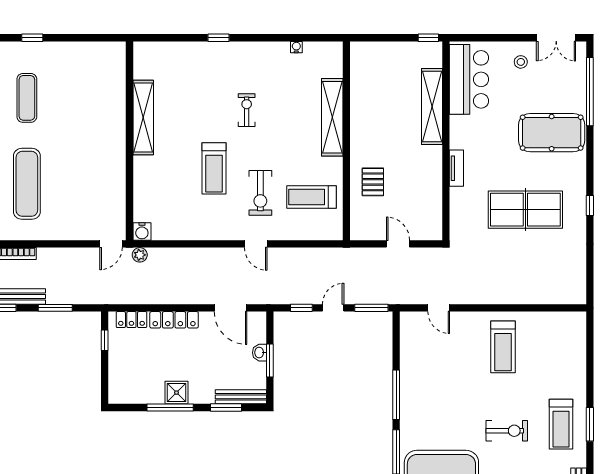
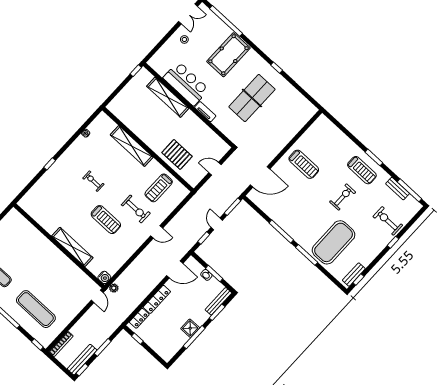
bar counter: (469, 79) -> (186, 84), moved
shelving: (143, 118) -> (72, 247), moved
pallet: (373, 182) -> (177, 154), width x1.50, depth x1.42
door: (439, 308) -> (260, 177), width x1.87

